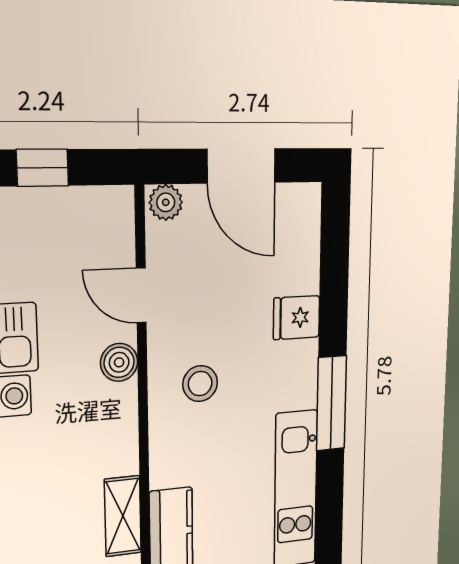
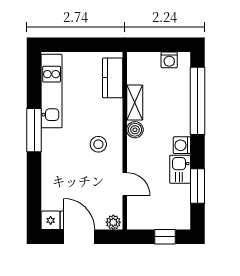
fridge: (297, 318) -> (52, 220), moved
boiler: (119, 362) -> (135, 130), moved
shelving: (123, 516) -> (135, 102), moved

